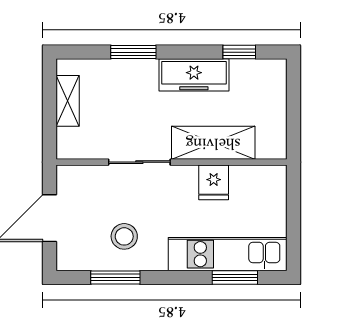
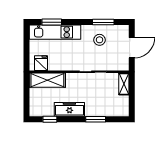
shelving: (68, 101) -> (124, 84), moved
shelving: (213, 143) -> (47, 80), moved
fridge: (214, 182) -> (41, 63), moved

